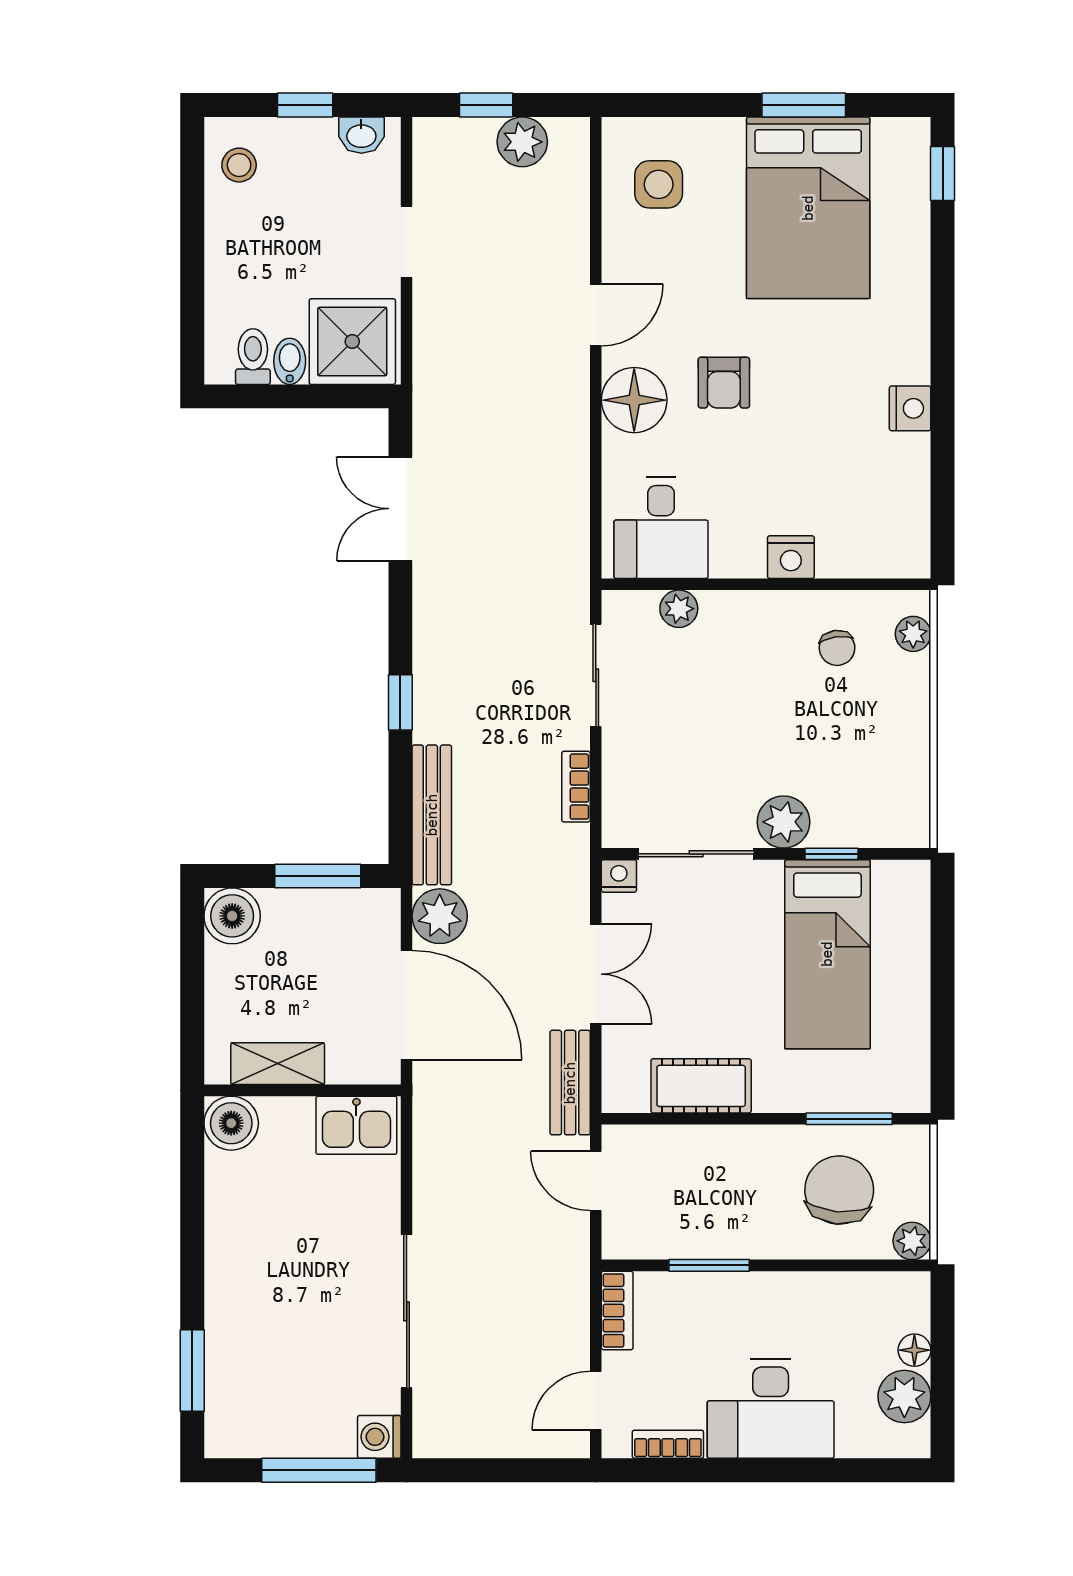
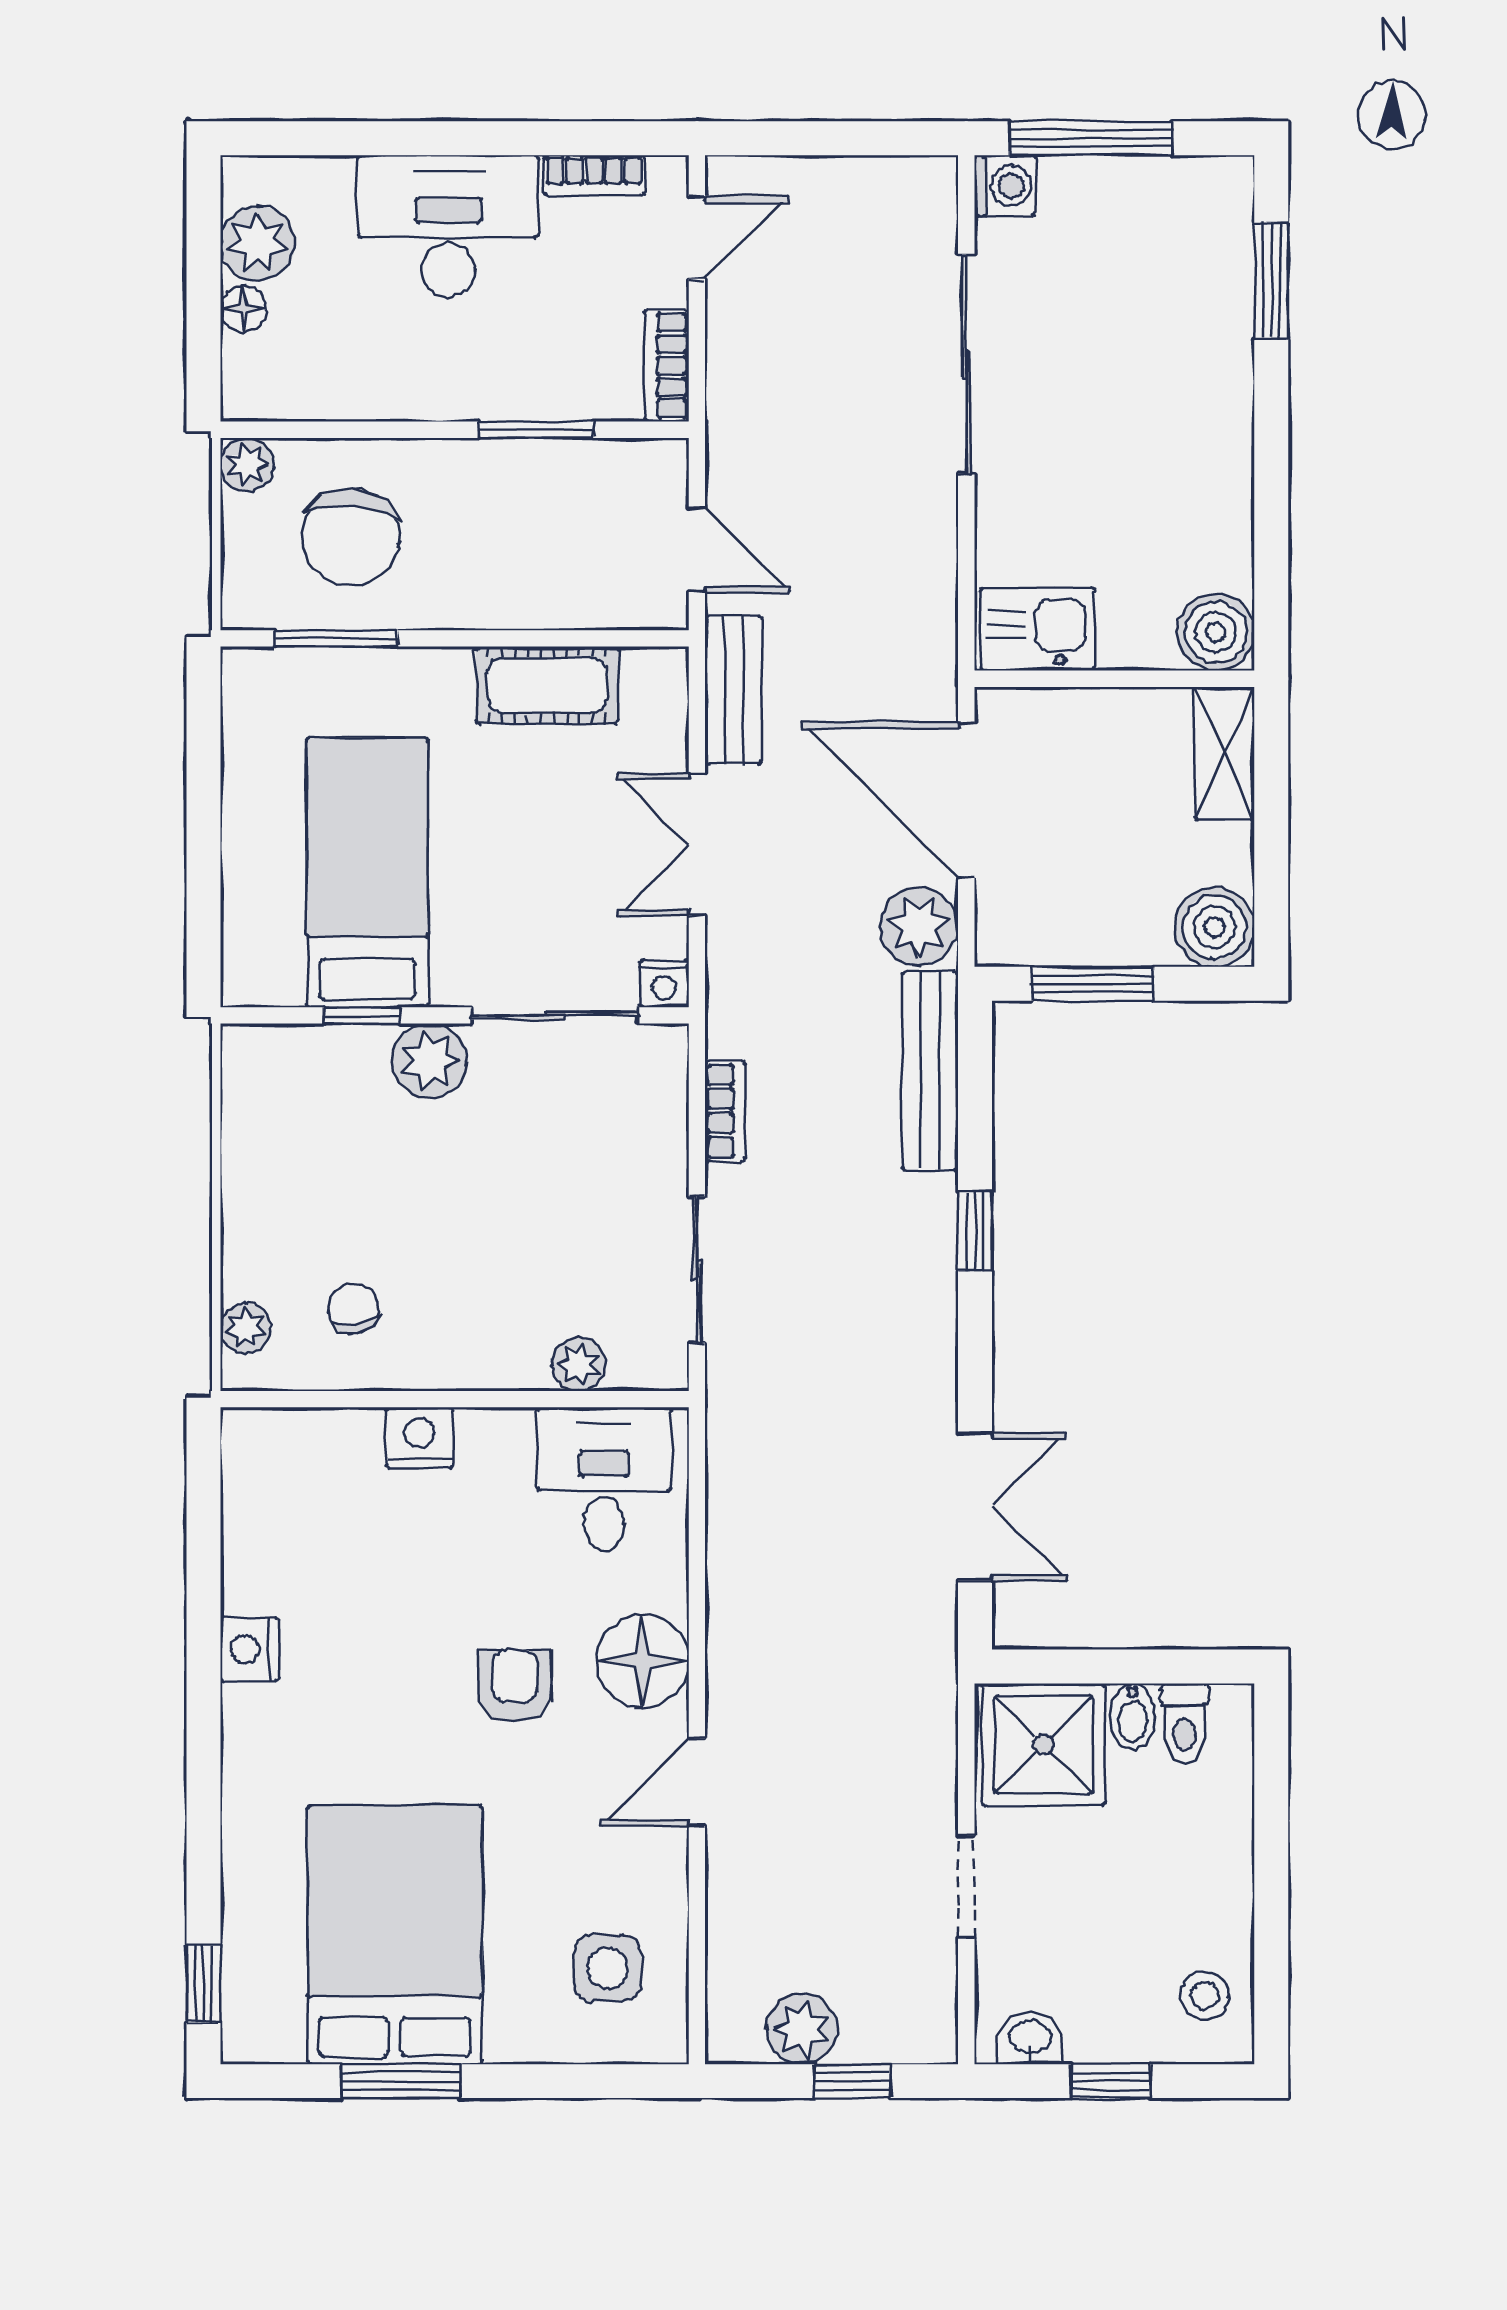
shelving: (278, 1064) -> (1224, 753), moved, turned 90

